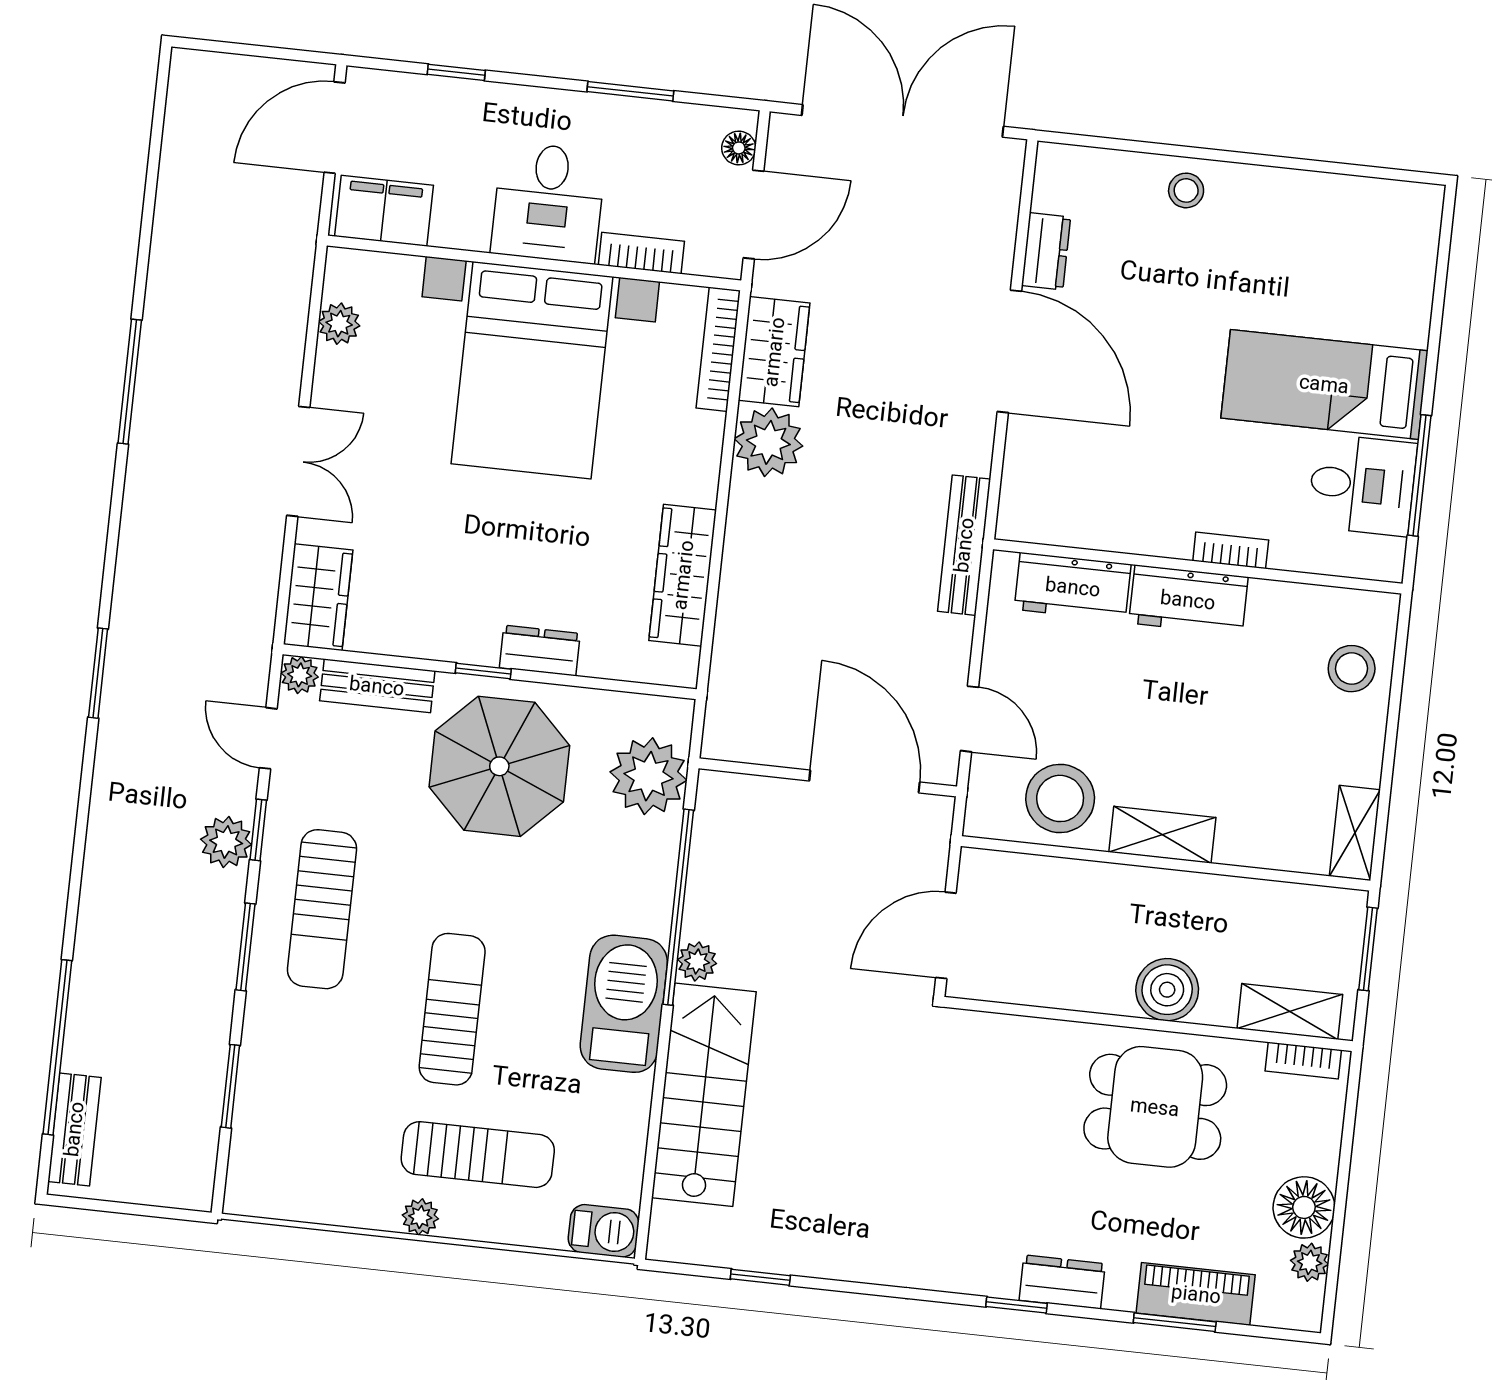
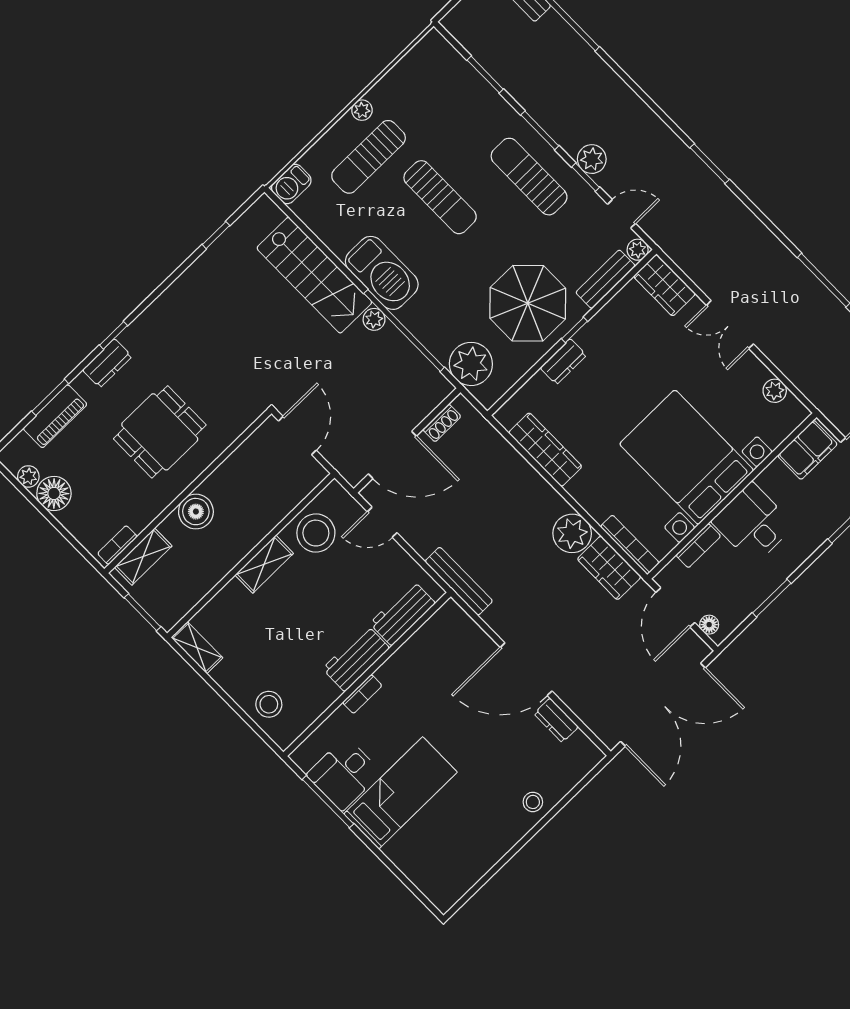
shoe rack: (764, 749) -> (442, 423), added
dining table: (1155, 1107) -> (160, 432), moved

